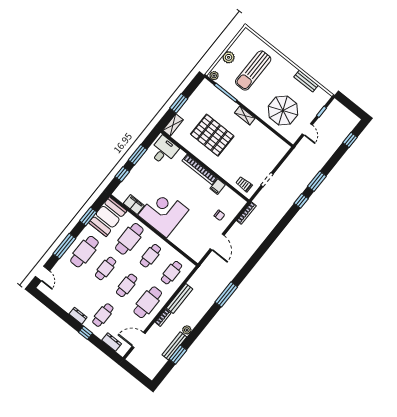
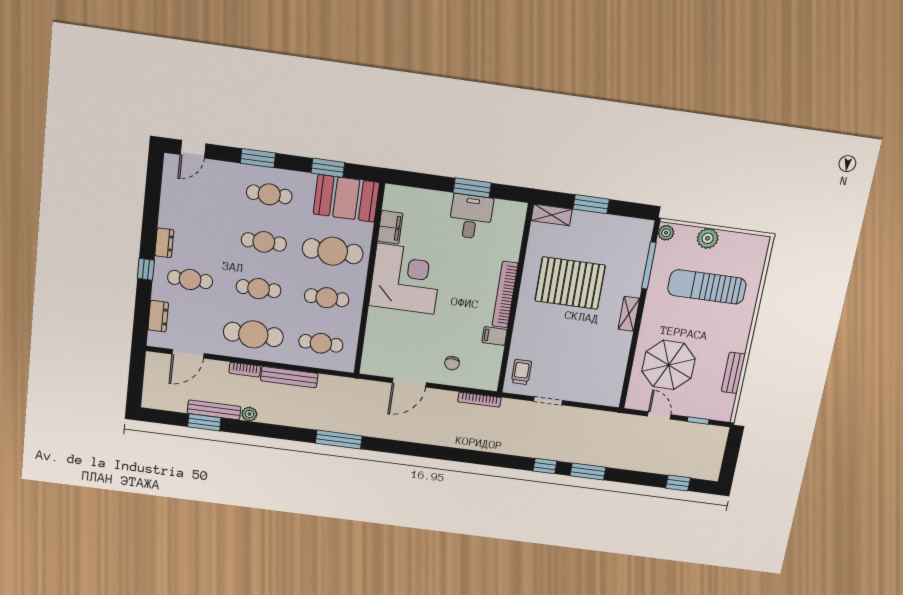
door: (307, 129) -> (659, 415), swing flipped
pallet: (212, 135) -> (570, 283), turned 90
desk: (164, 151) -> (471, 217), moved, turned -90
window: (122, 174) -> (427, 182), removed
window: (64, 246) -> (258, 158), width x0.69
cafe table: (84, 252) -> (269, 194), width x0.73, depth x0.74
door: (139, 340) -> (188, 354), swing flipped

